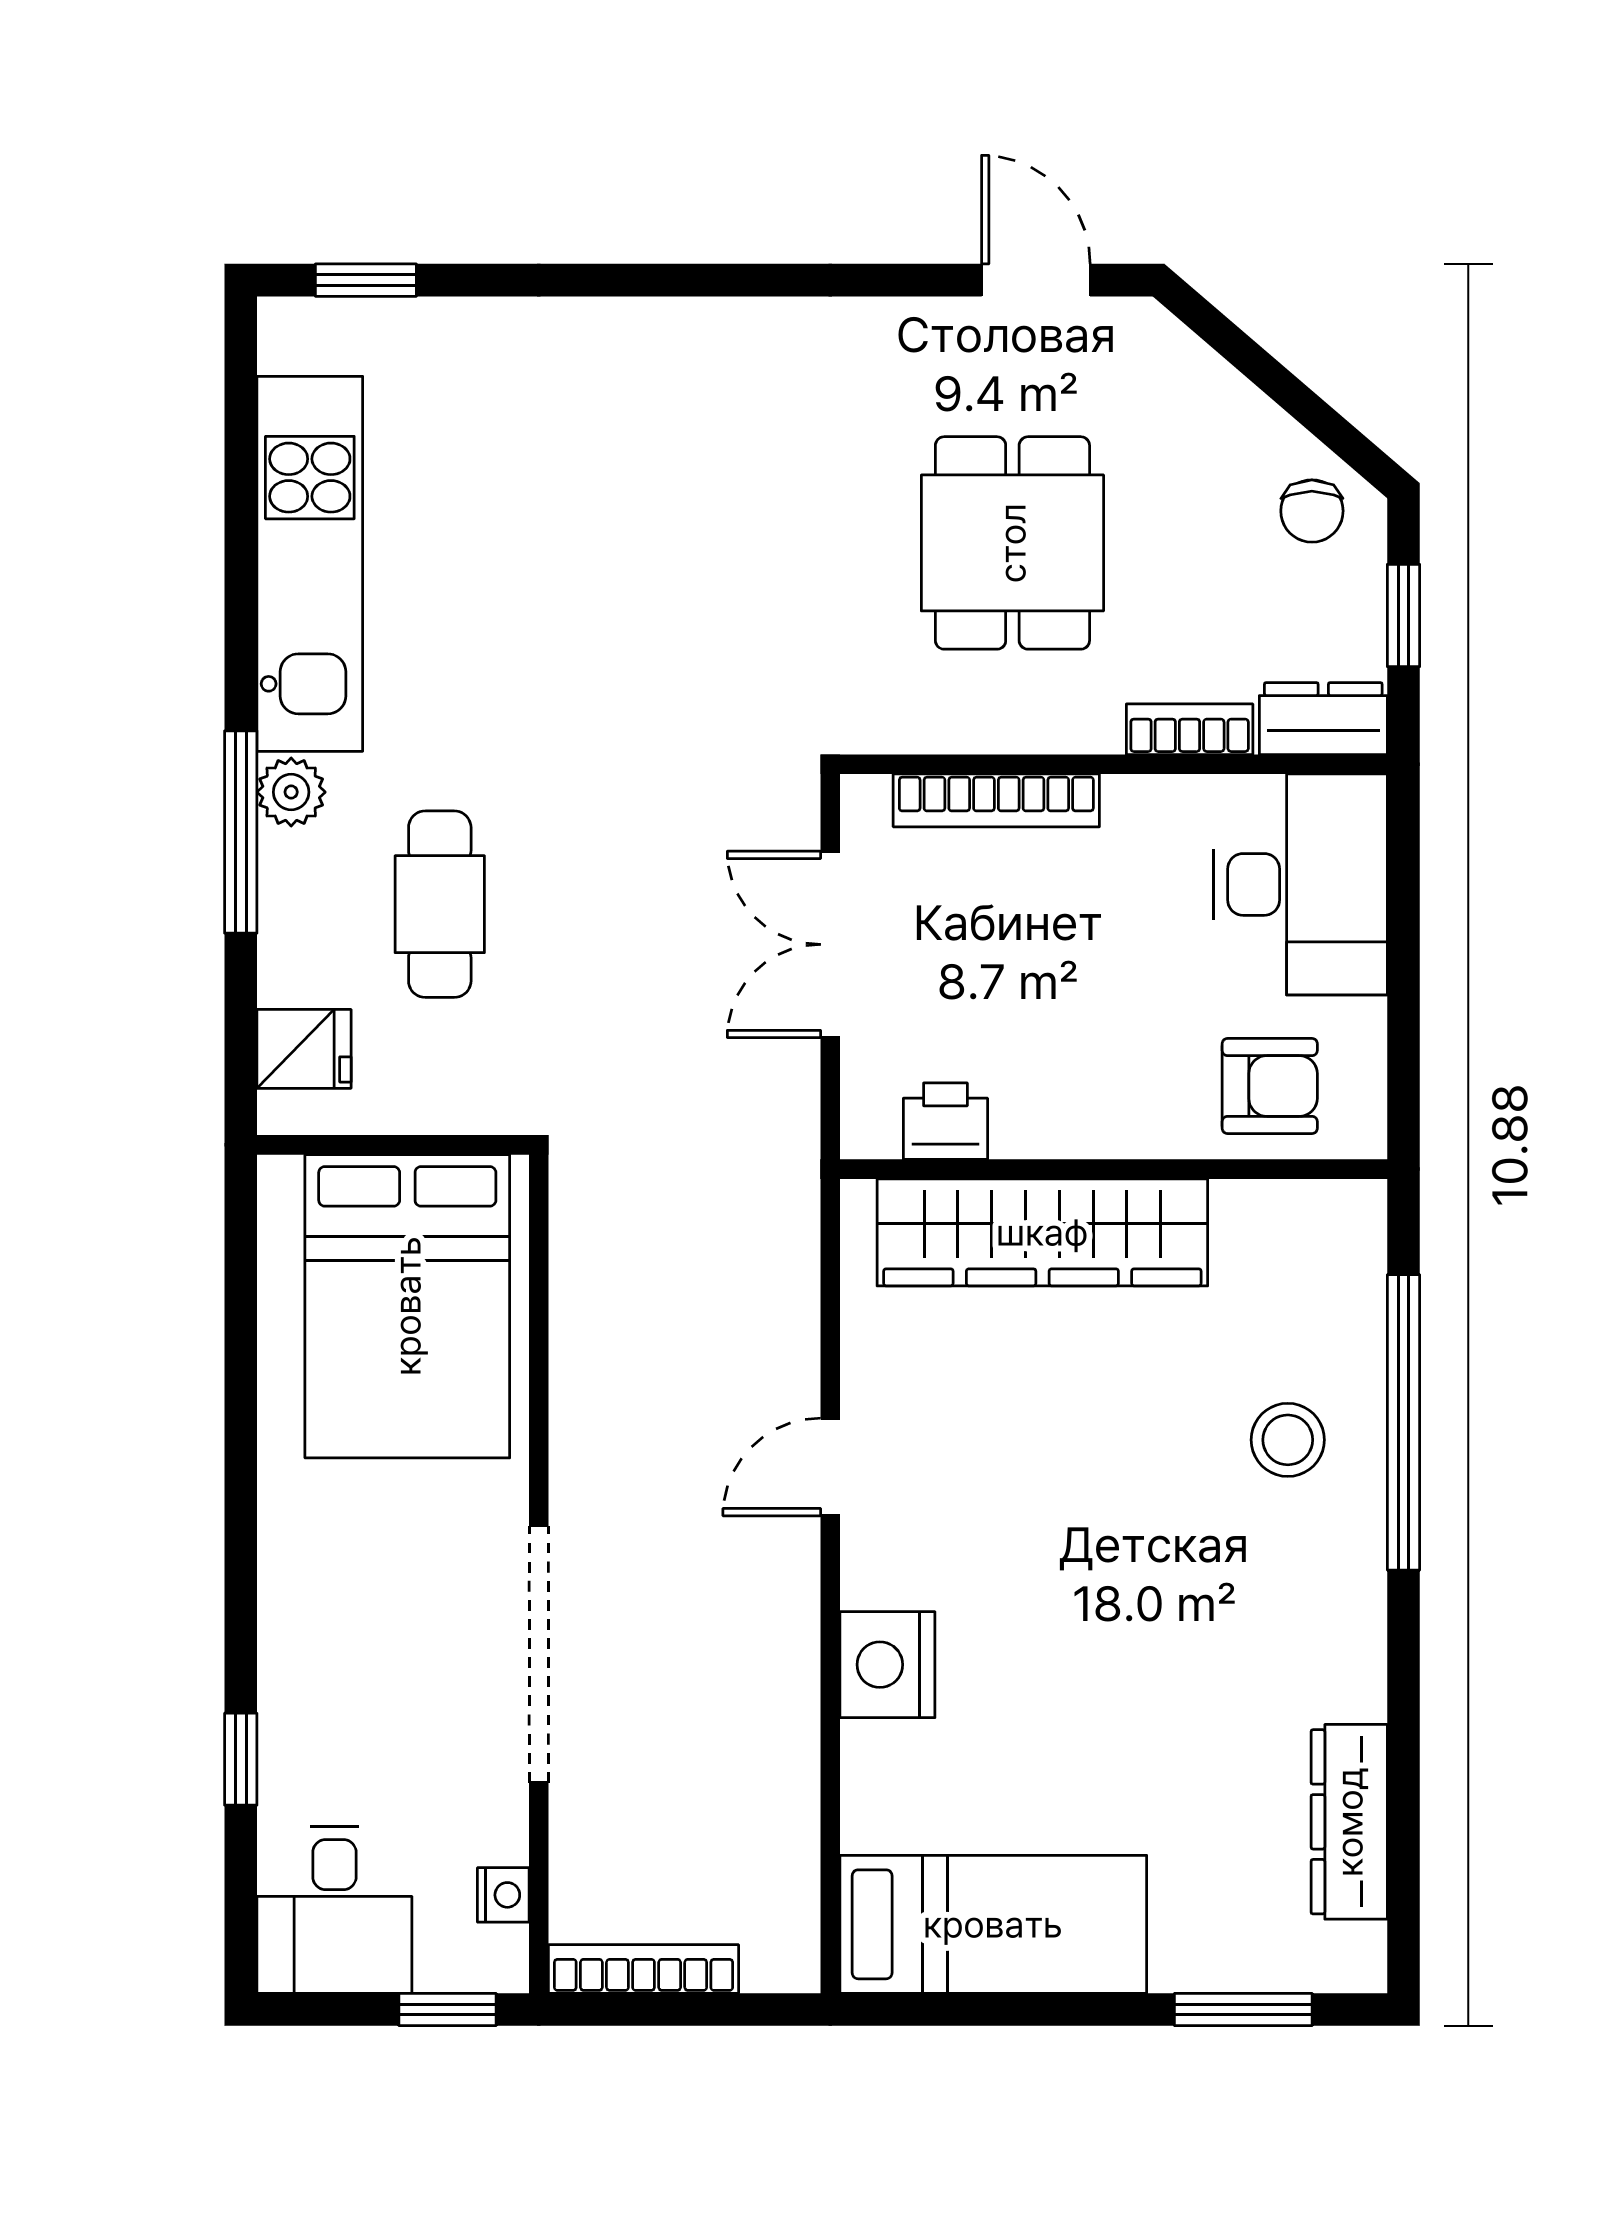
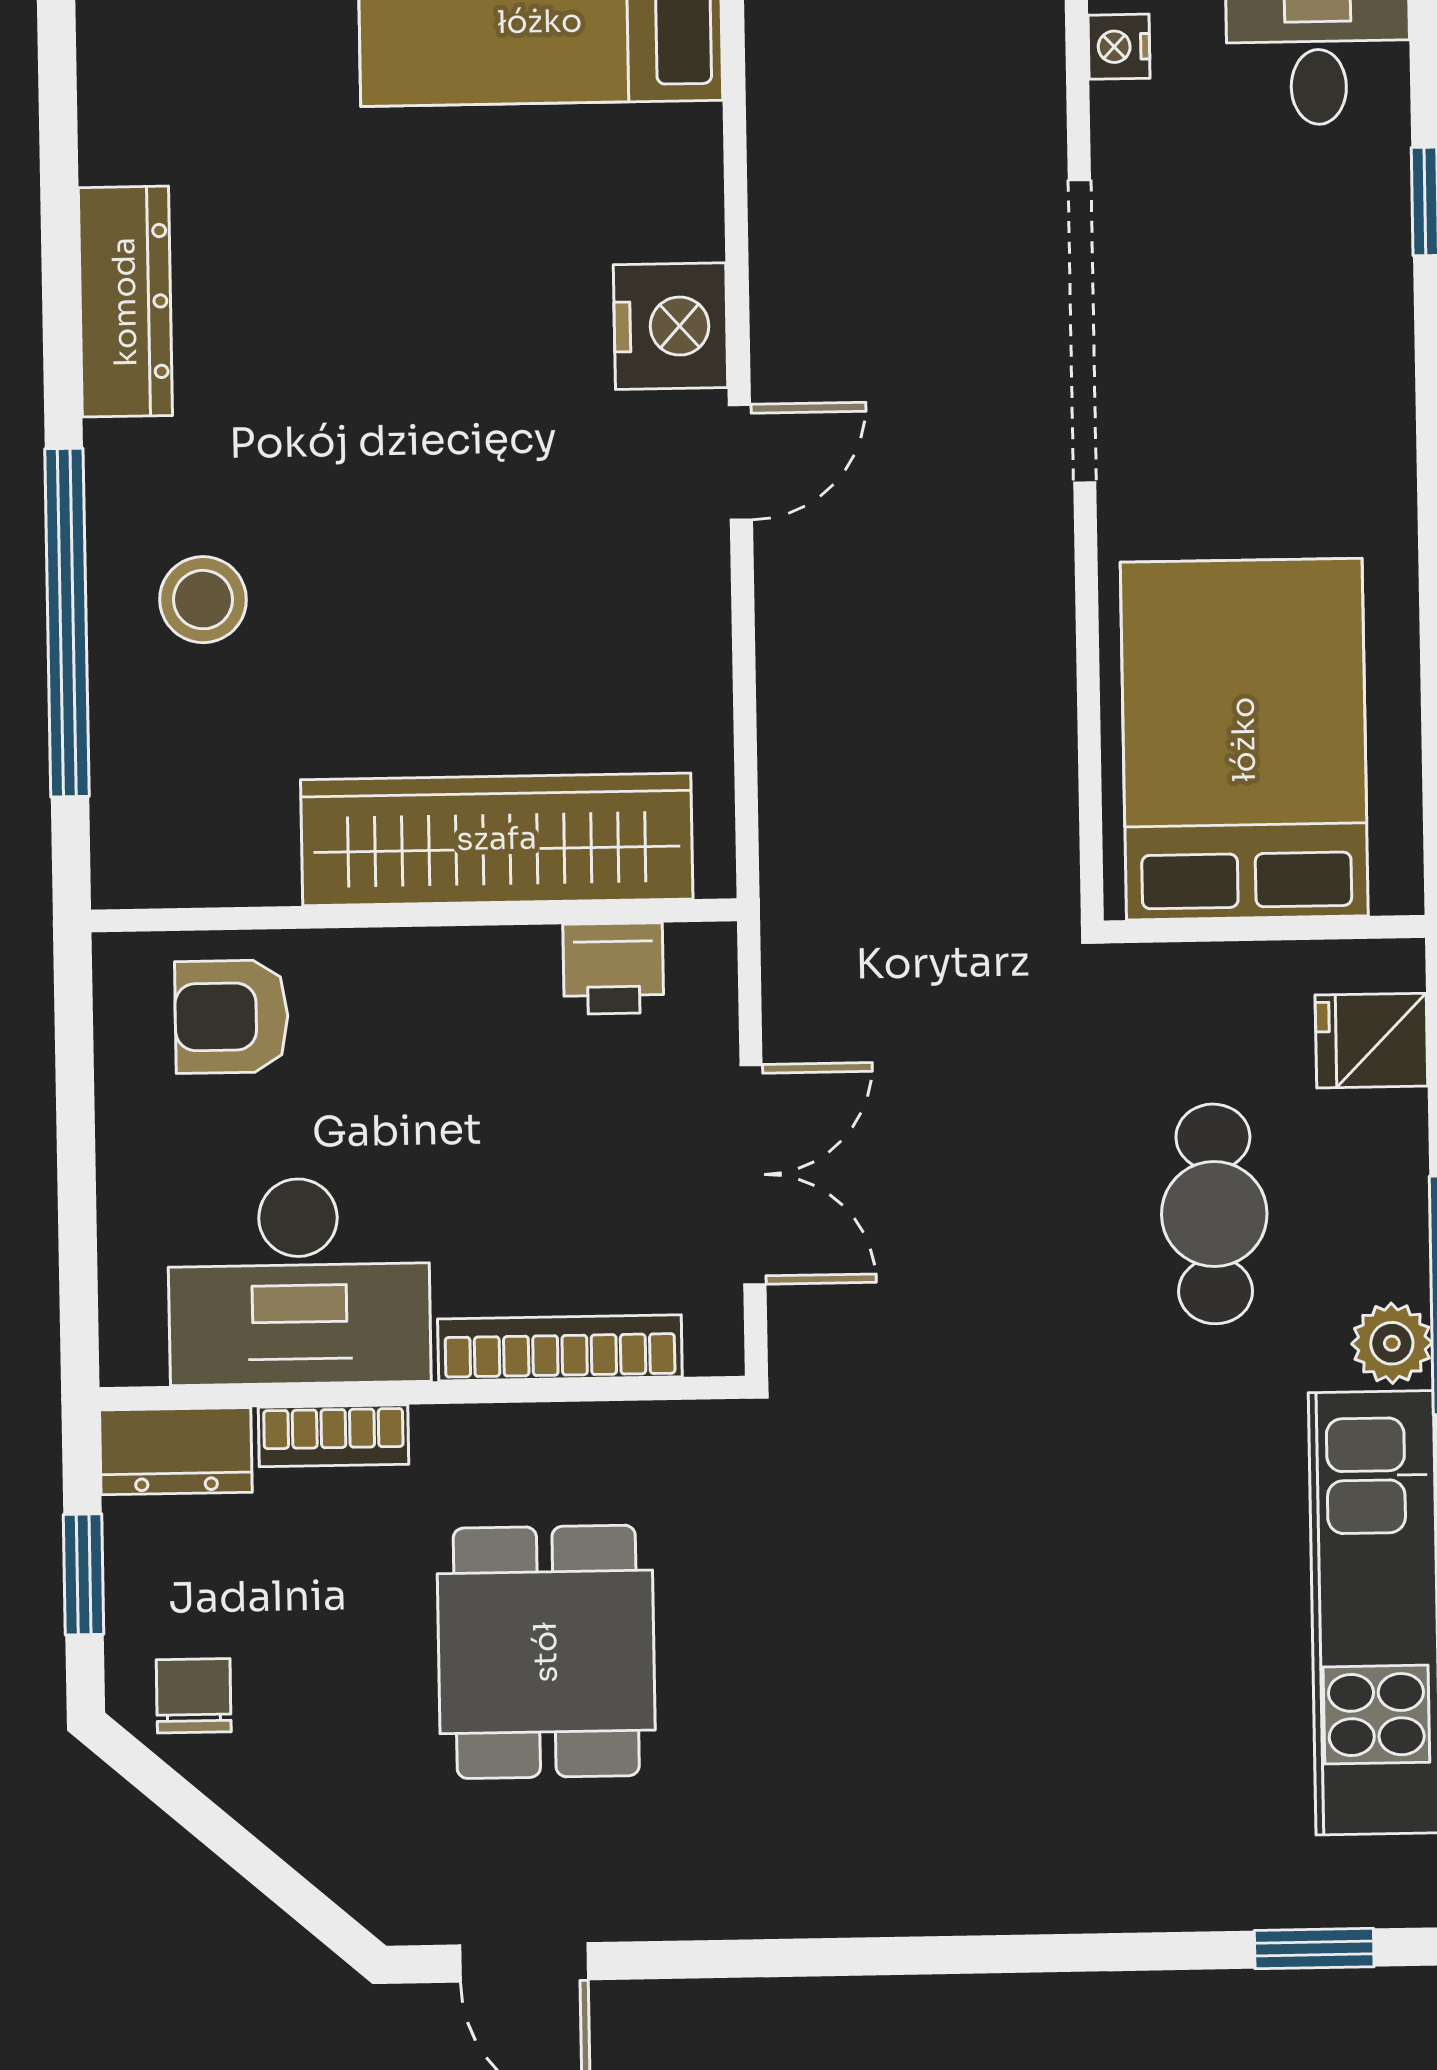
desk: (1300, 884) -> (299, 1281), moved, turned -90
door: (830, 1467) -> (740, 462), moved
dresser: (1349, 1822) -> (125, 302), moved

